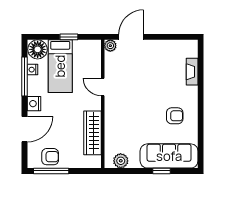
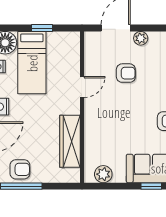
plant: (110, 46) -> (141, 38), moved
armchair: (140, 75) -> (126, 73), added
door: (103, 87) -> (82, 87), swing flipped

